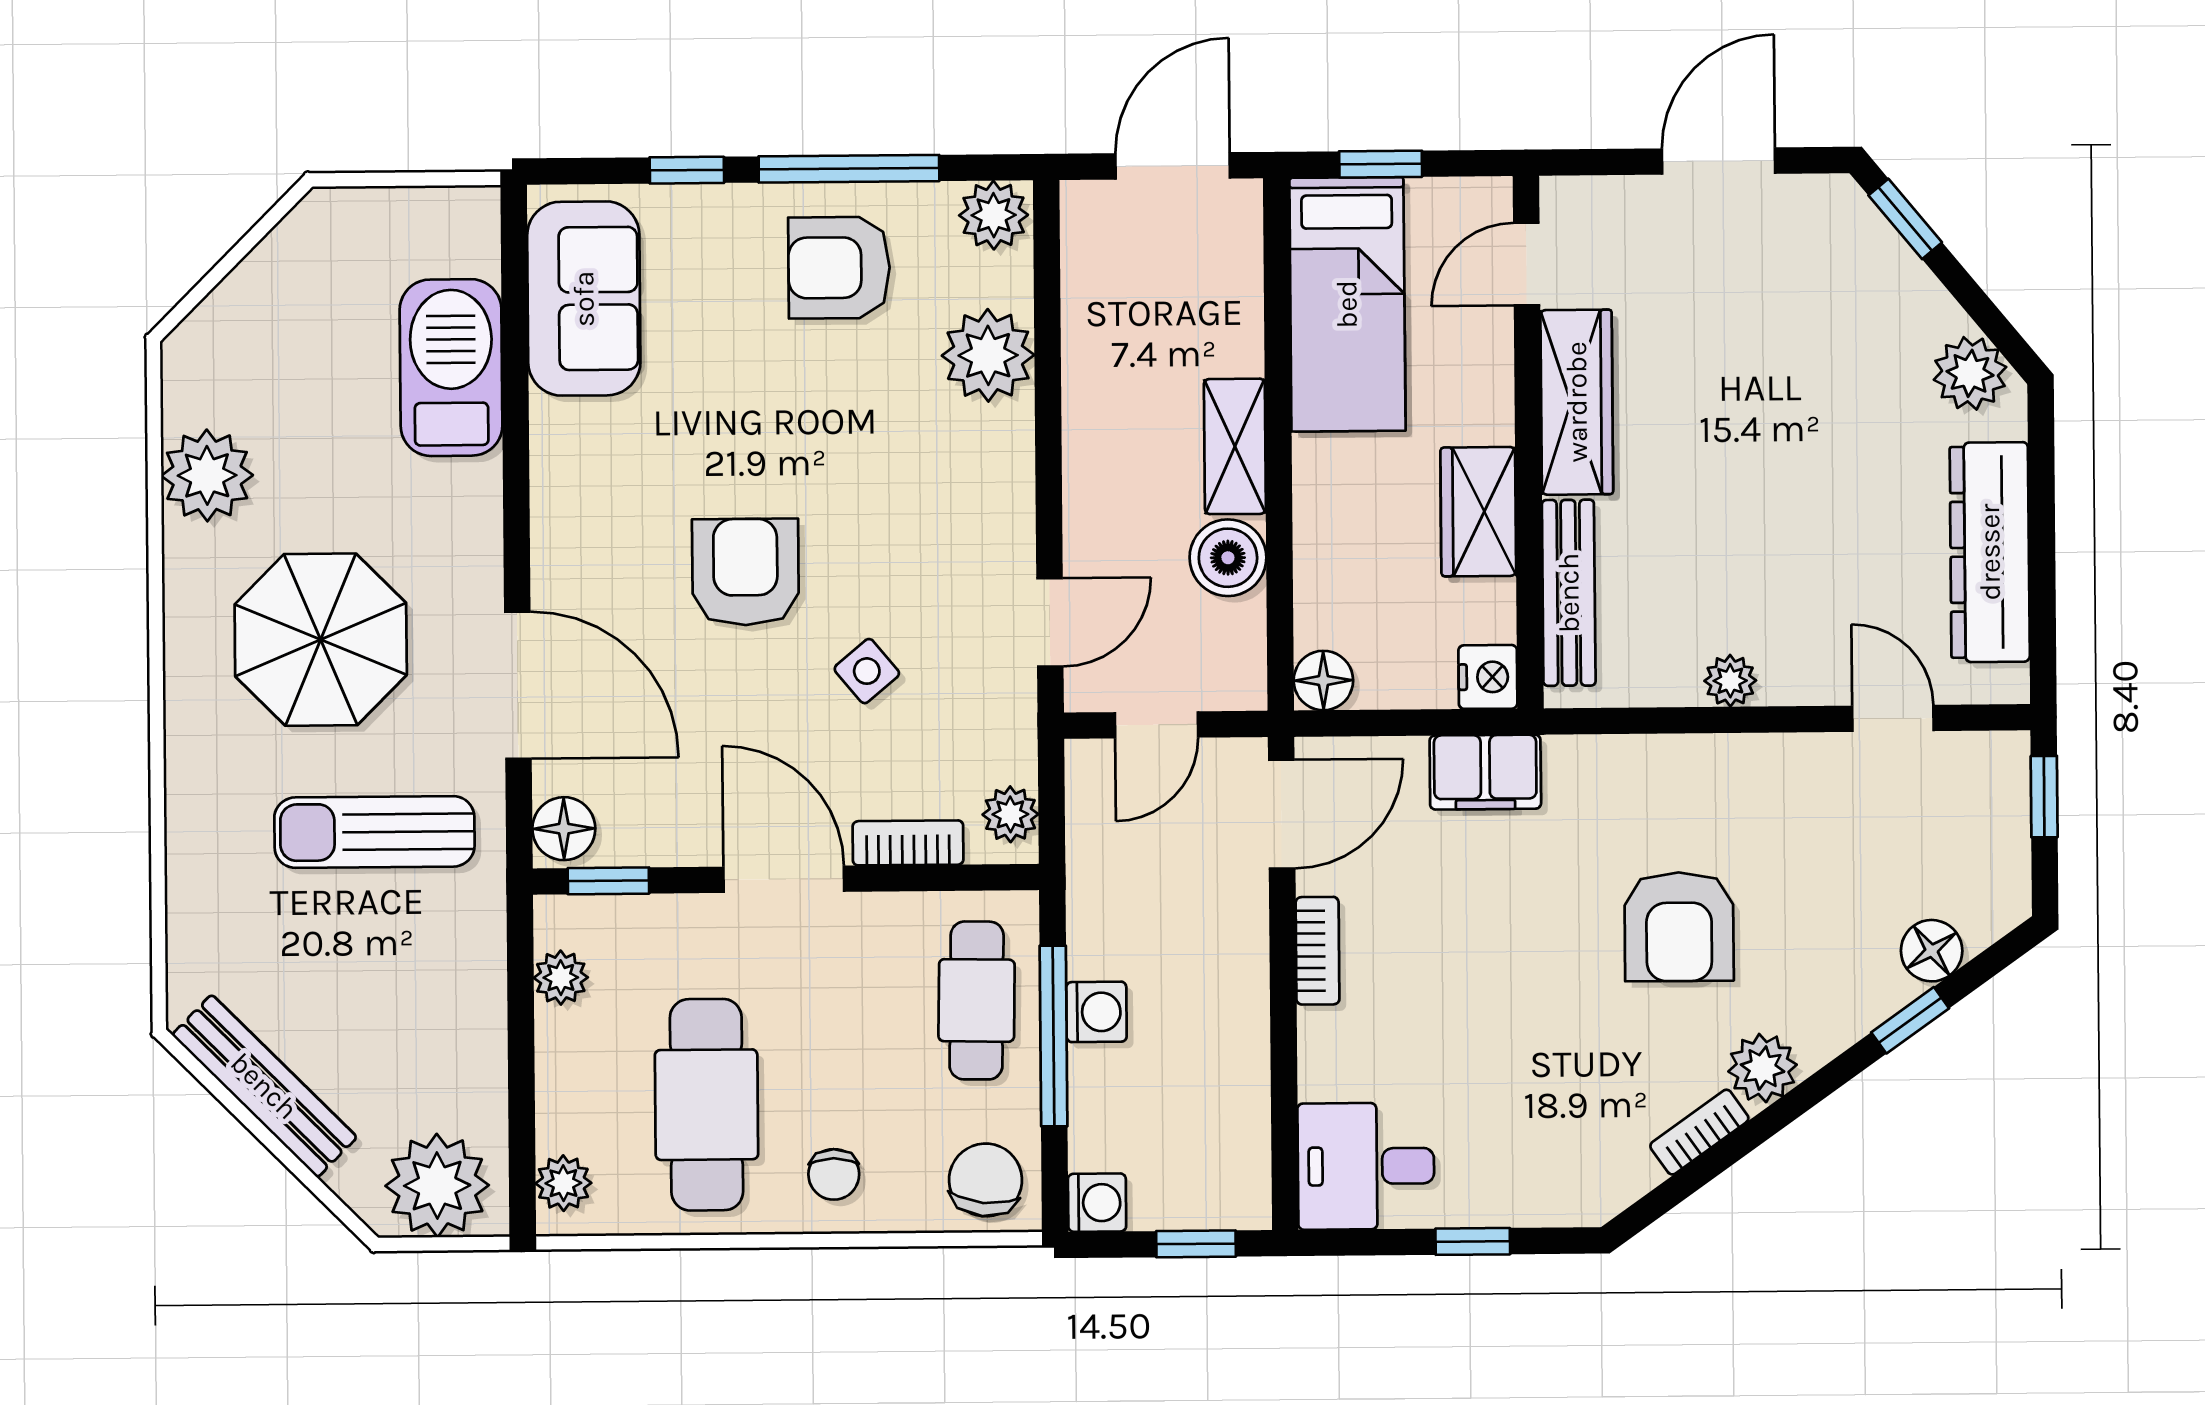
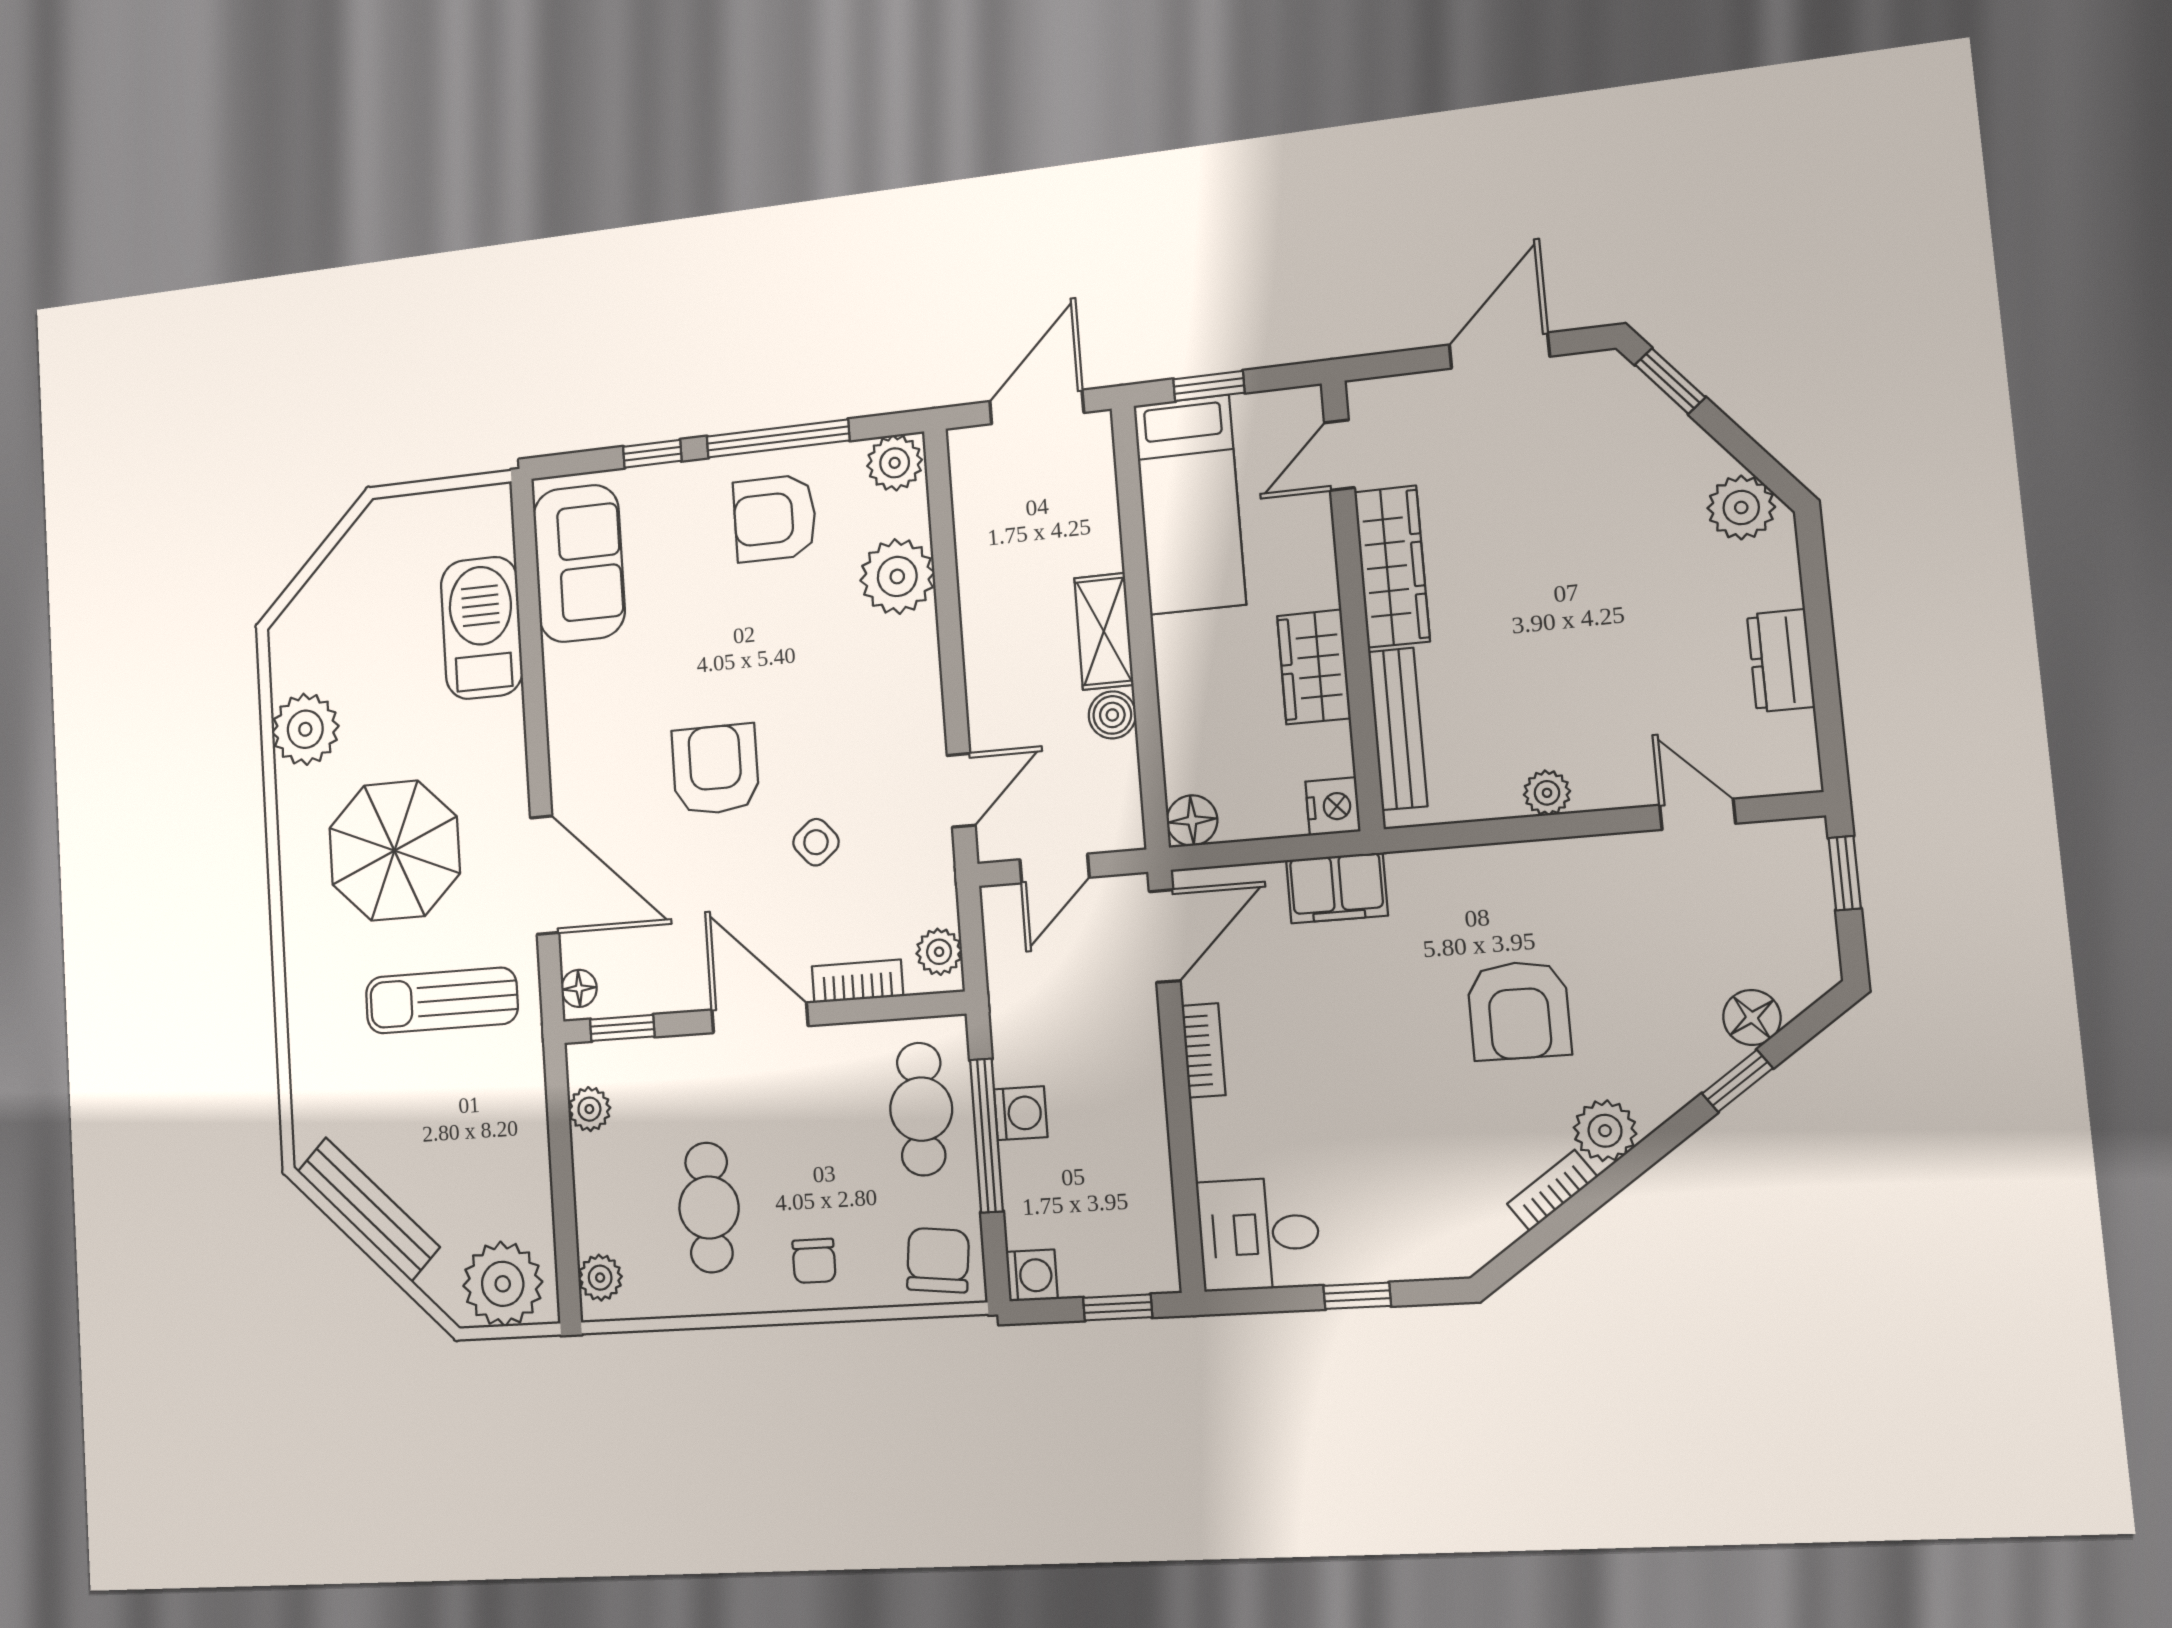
dresser: (1990, 552) -> (1781, 661), width x0.51, depth x0.80
boiler: (1228, 558) -> (1112, 715), width x0.73, depth x0.73
floor lamp: (564, 829) -> (579, 988), width x0.73, depth x0.73
cafe table: (706, 1105) -> (709, 1207), width x0.73, depth x0.74

